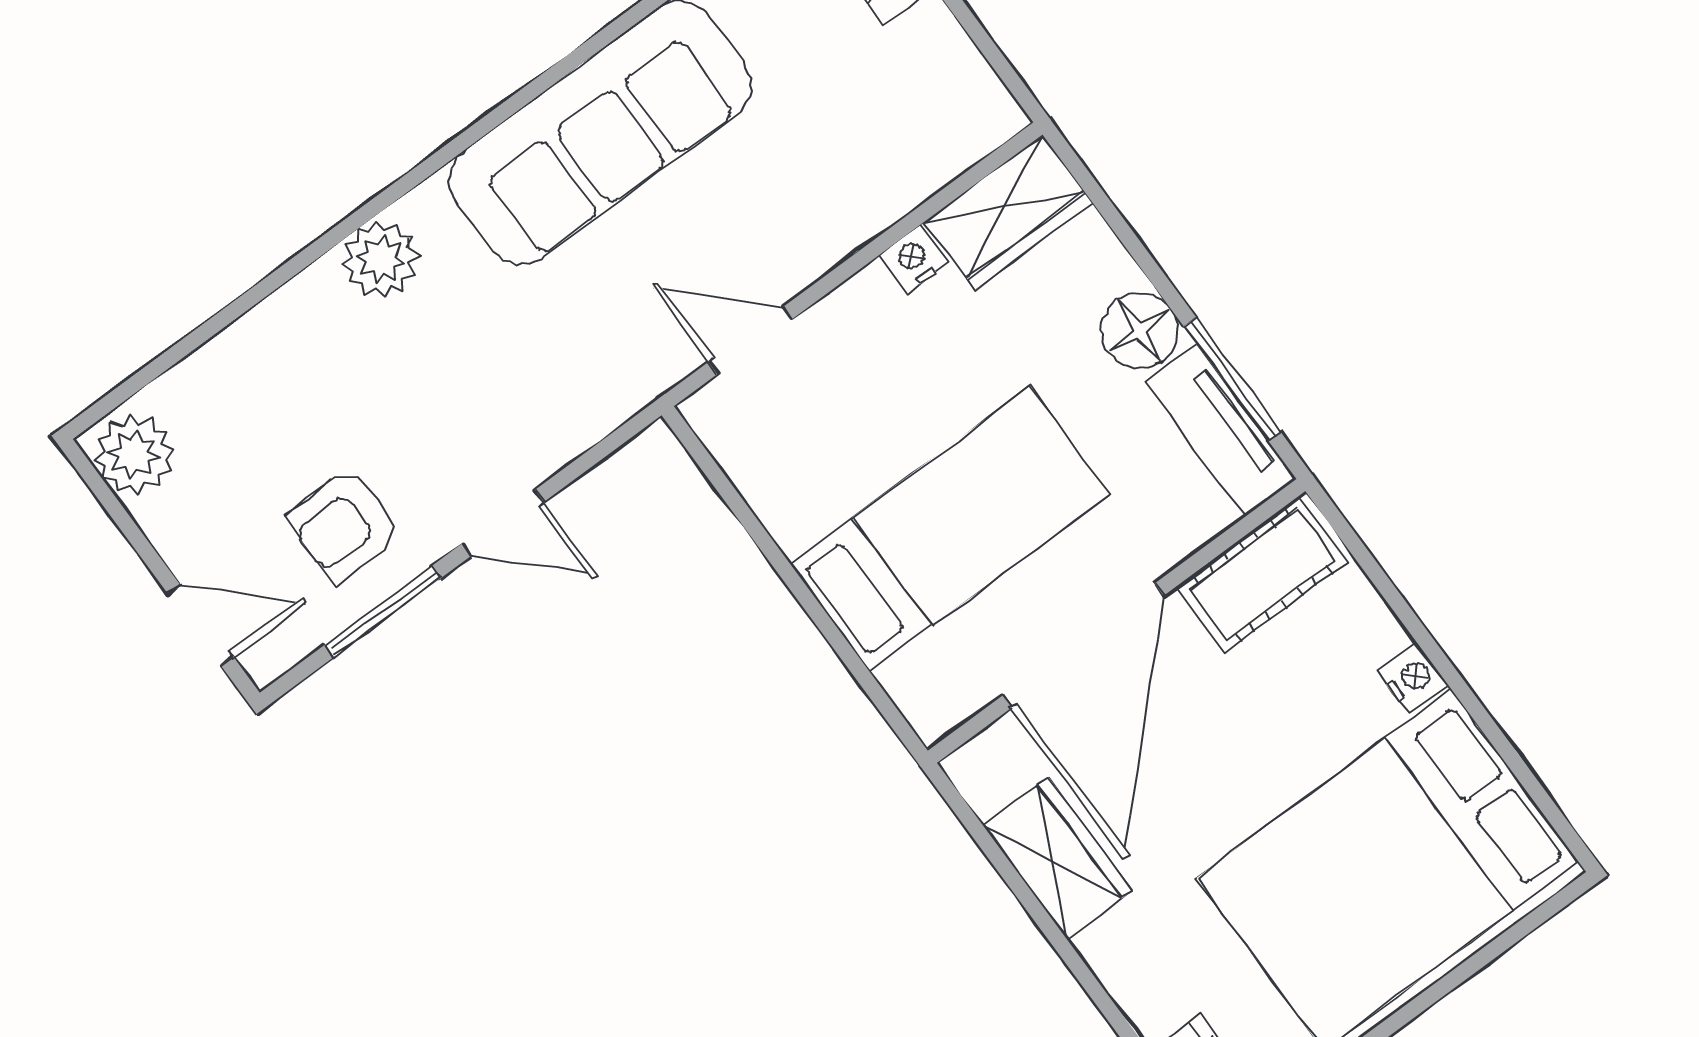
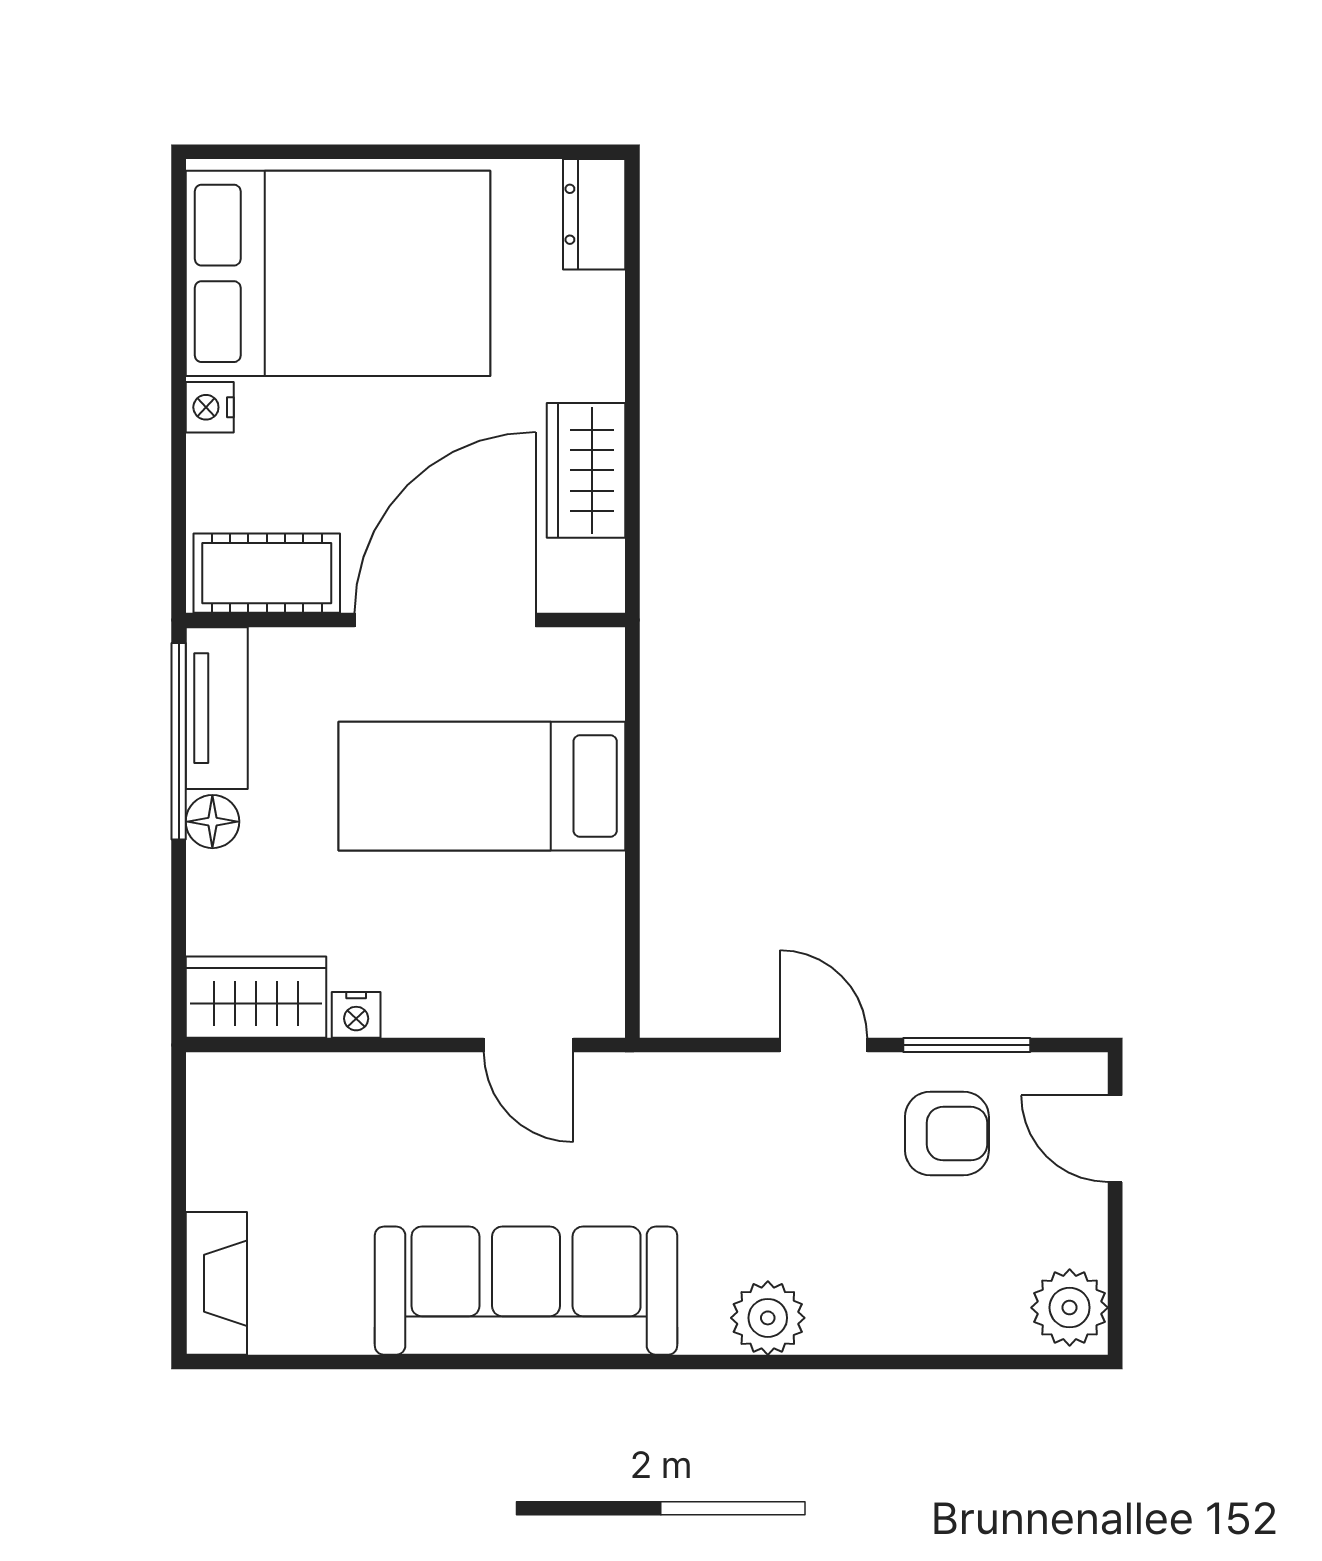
floor lamp: (1139, 330) -> (212, 822), width x0.73, depth x0.73
window: (1232, 379) -> (179, 741), width x1.44

